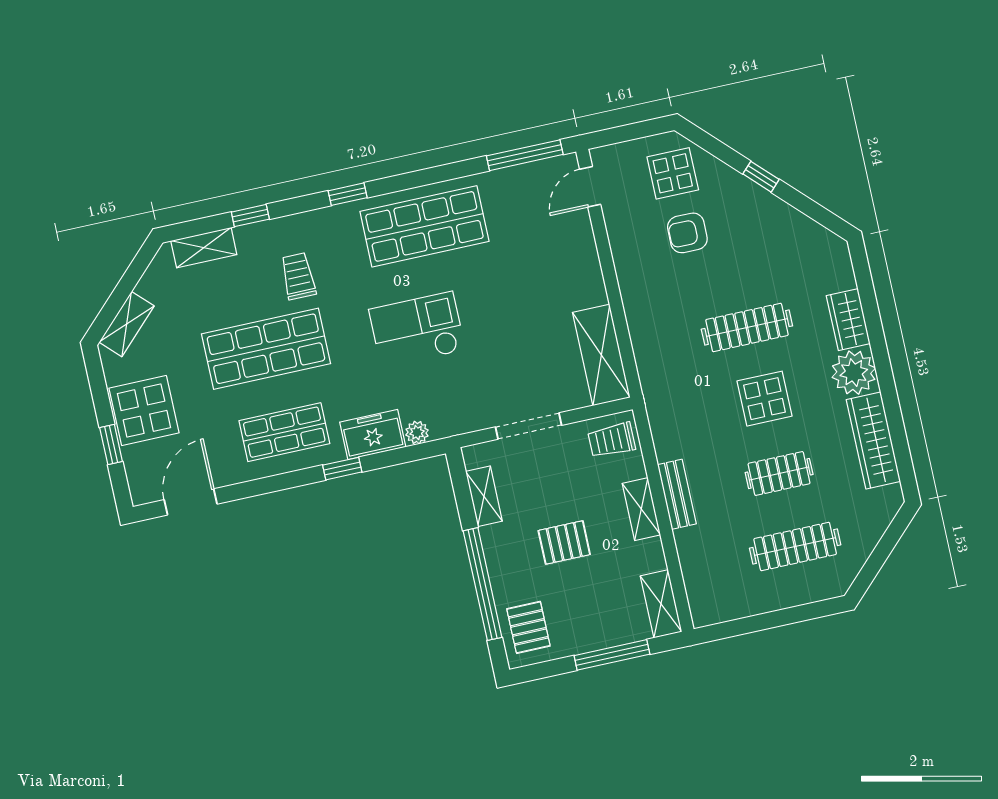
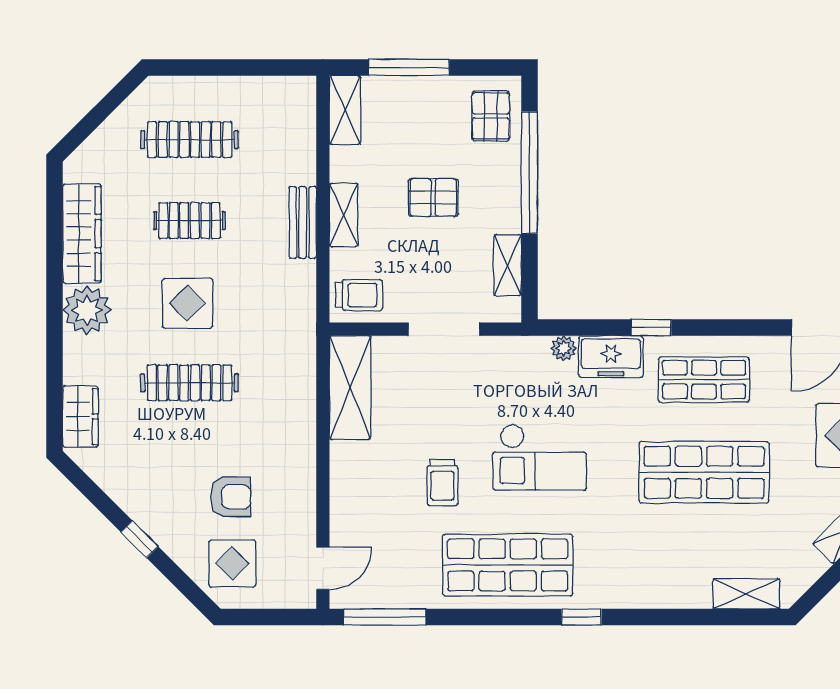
window: (250, 216) -> (690, 617), removed
trolley: (298, 276) -> (442, 482), moved
wardrobe: (848, 320) -> (80, 417), moved

